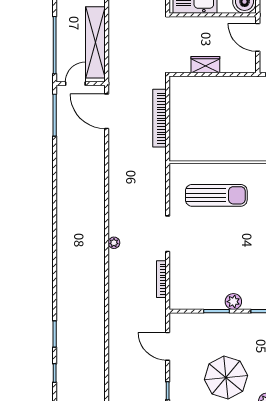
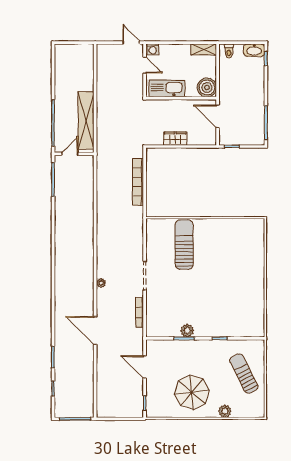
door: (107, 111) -> (95, 331), moved
sun lounger: (216, 195) -> (184, 245), turned -90
plant: (233, 302) -> (187, 331), moved

